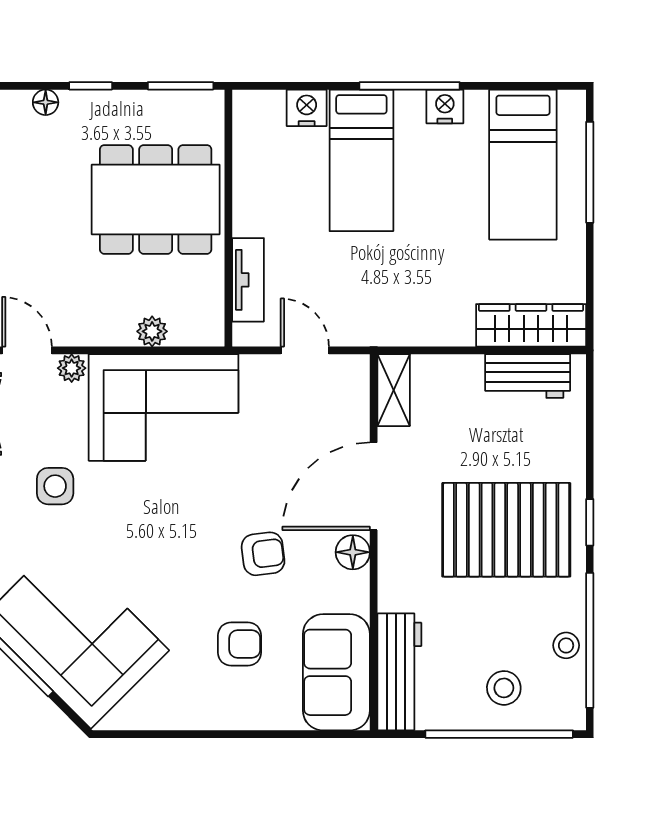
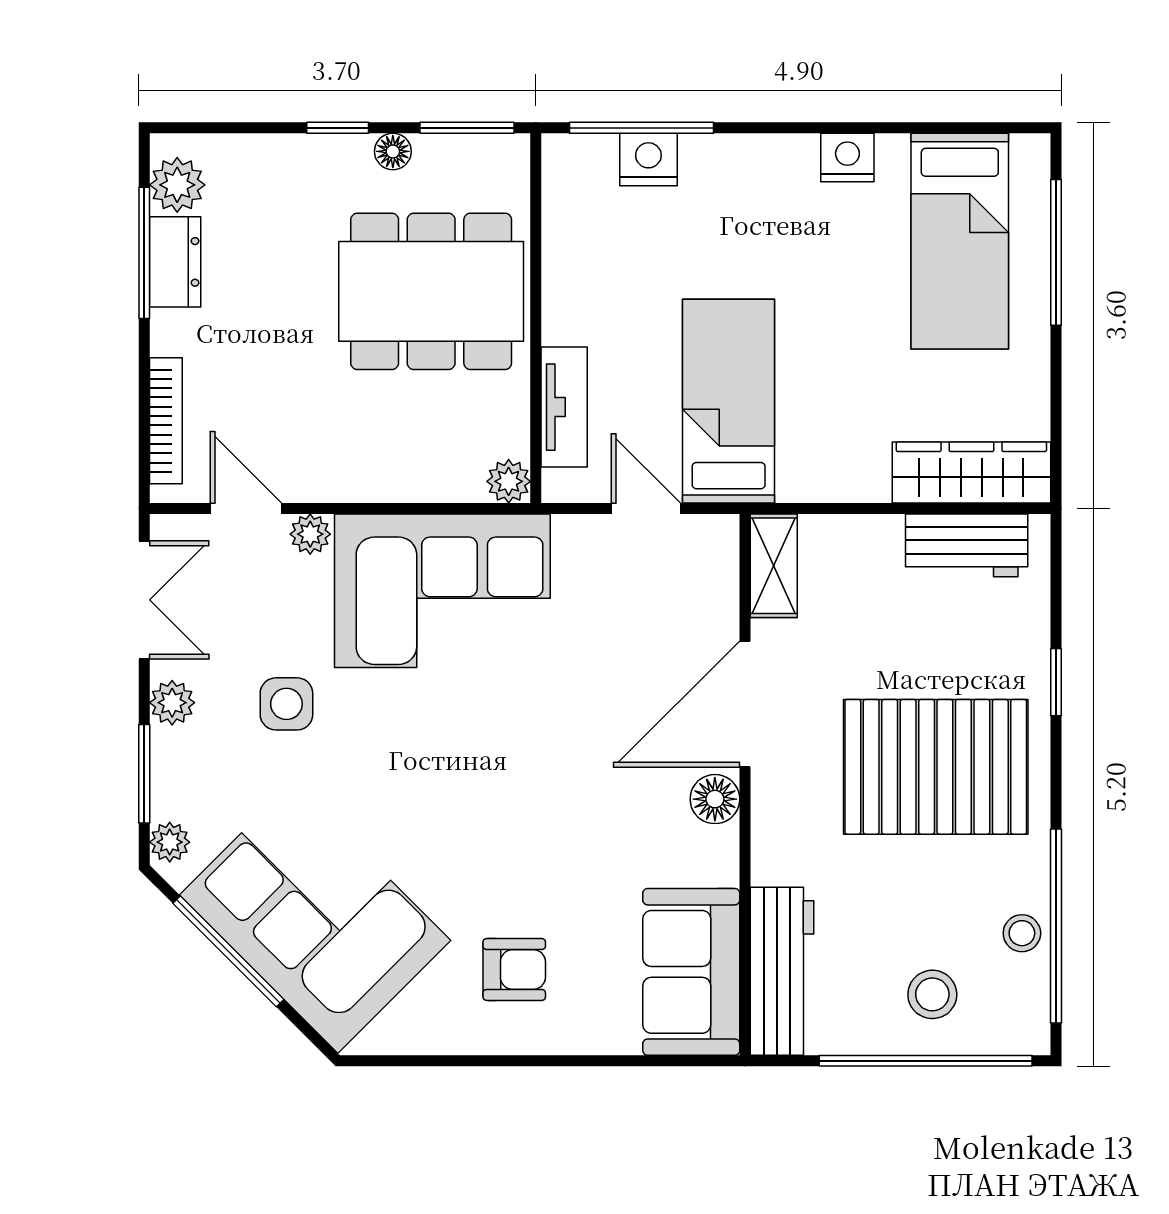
window: (410, 86) -> (642, 128), moved
floor lamp: (46, 102) -> (393, 151), moved
bed: (361, 160) -> (729, 401), moved, turned 180
plant: (152, 331) -> (509, 481), moved
window: (590, 522) -> (1056, 682), moved
armchair: (263, 554) -> (586, 801), removed
armchair: (240, 644) -> (514, 969), moved

